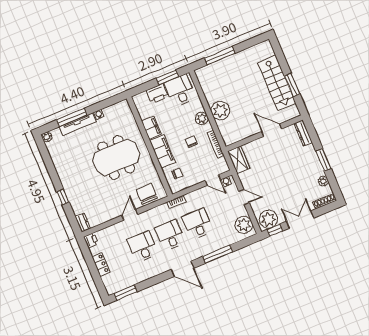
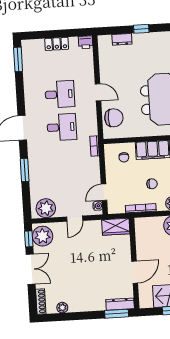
window: (323, 160) -> (117, 314), moved
dresser: (83, 223) -> (122, 39), moved
desk: (197, 224) -> (64, 160), removed
window: (218, 254) -> (25, 170), width x0.69

